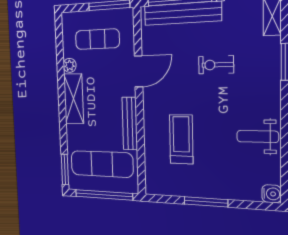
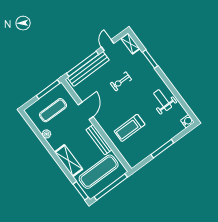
shelving: (74, 99) -> (69, 161), moved
weight bench: (258, 136) -> (163, 100), turned 90
treadmill: (181, 139) -> (130, 128), turned -90

